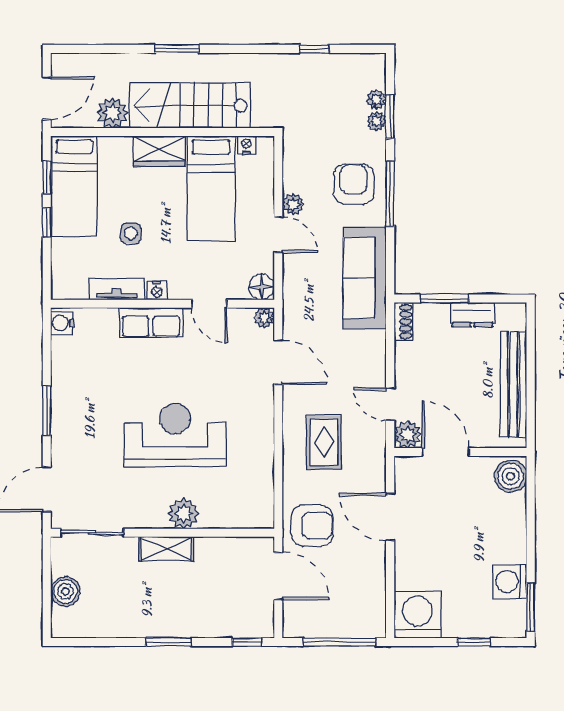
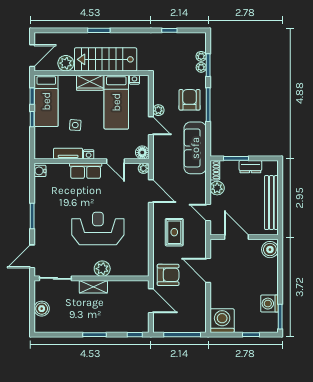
plant: (408, 435) -> (217, 188), moved

